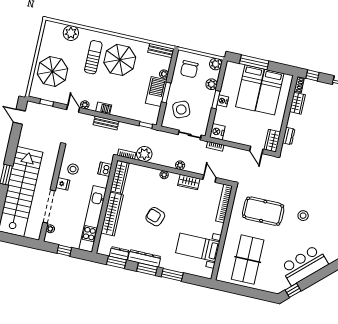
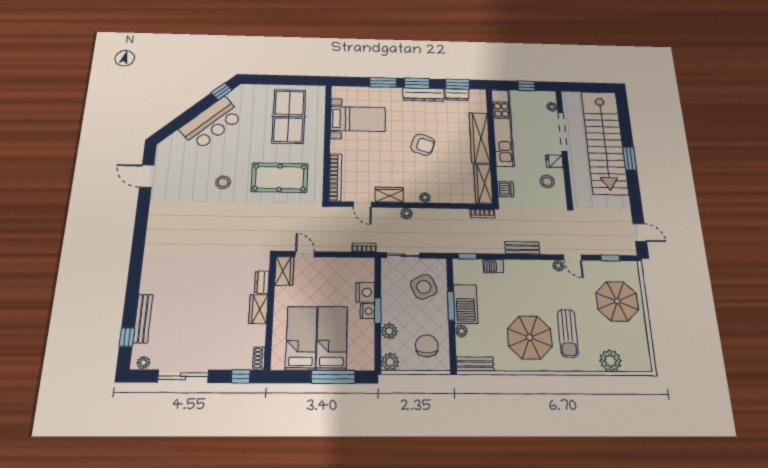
wardrobe: (297, 103) -> (258, 309), moved
barbecue: (104, 108) -> (493, 266), moved
nightstand: (217, 132) -> (365, 292), moved
plant: (144, 154) -> (459, 218), removed

